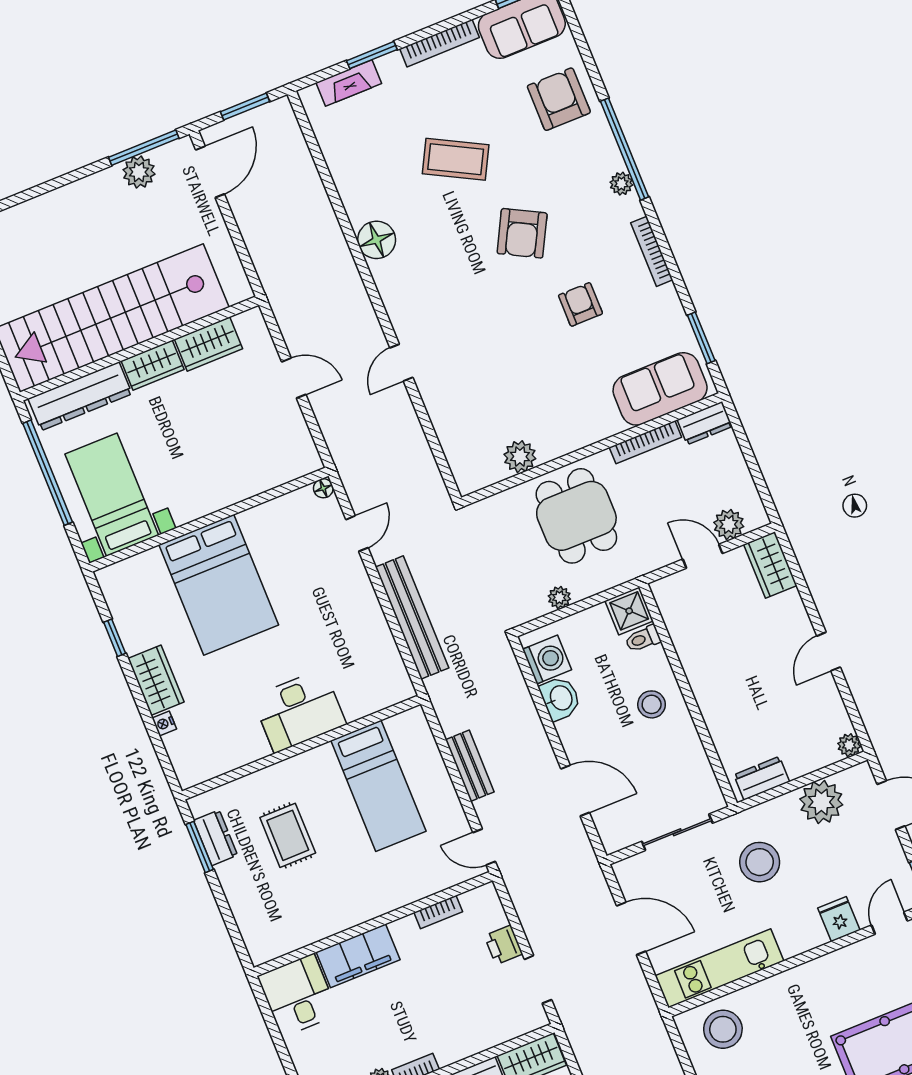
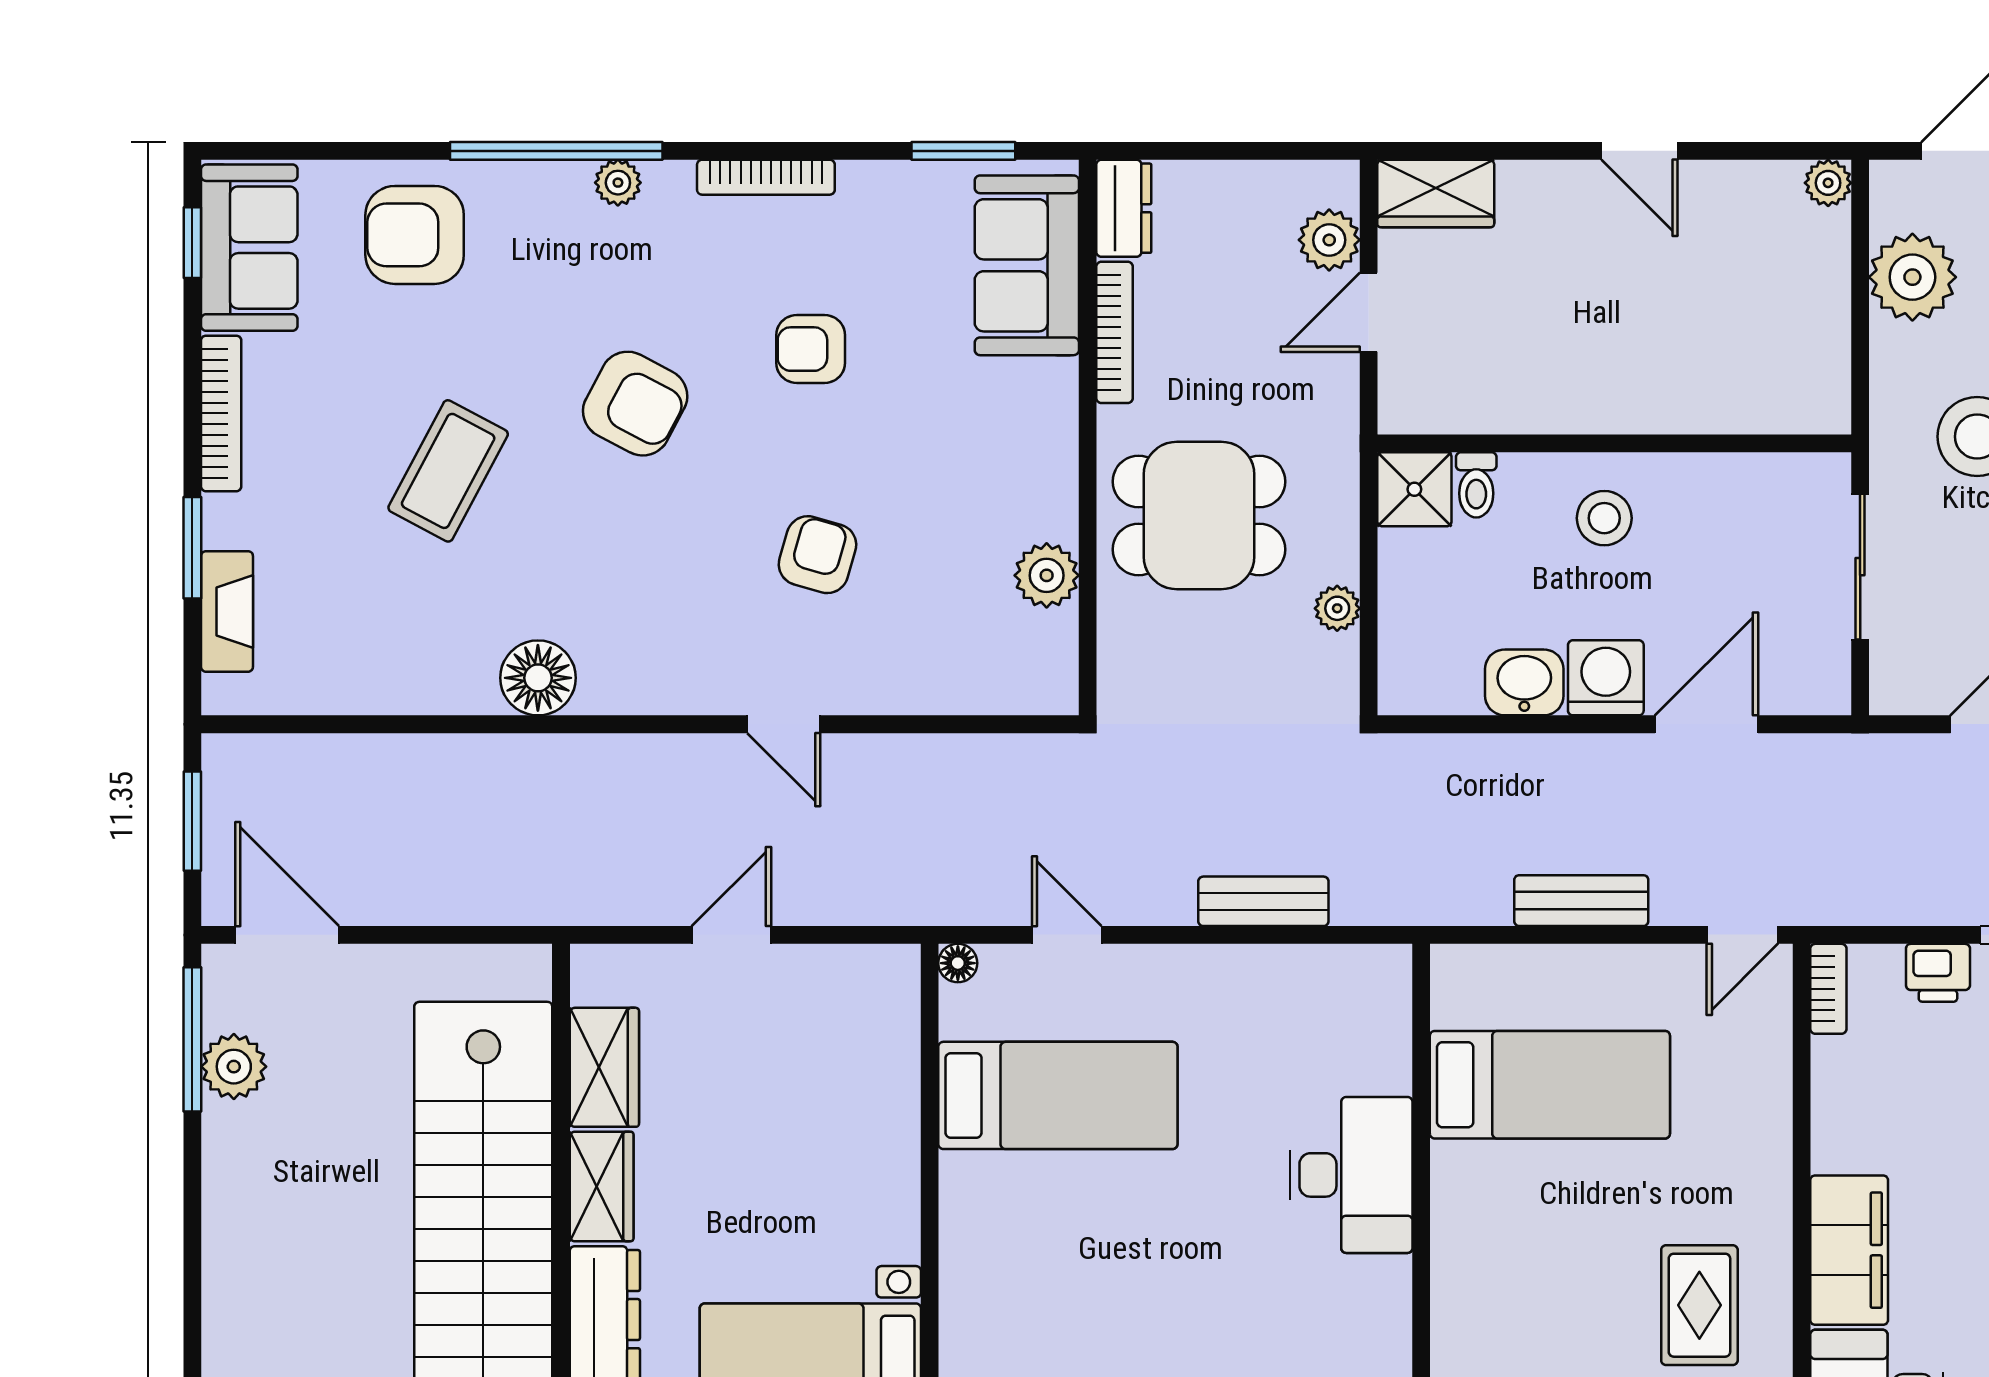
armchair: (486, 346) -> (817, 555), added
bed: (219, 585) -> (1058, 1095), moved, width x0.67
bench: (412, 617) -> (1263, 901), width x0.54, depth x0.82
washing machine: (547, 660) -> (1606, 678), moved
dresser: (762, 778) -> (1824, 370), removed
rug: (288, 835) -> (1699, 1305), moved, turned 90
bookcase: (438, 912) -> (1828, 989), moved

